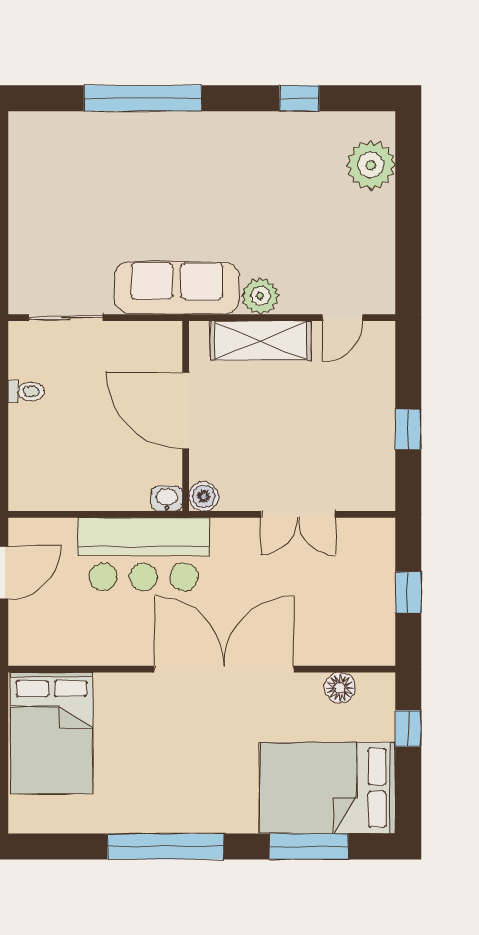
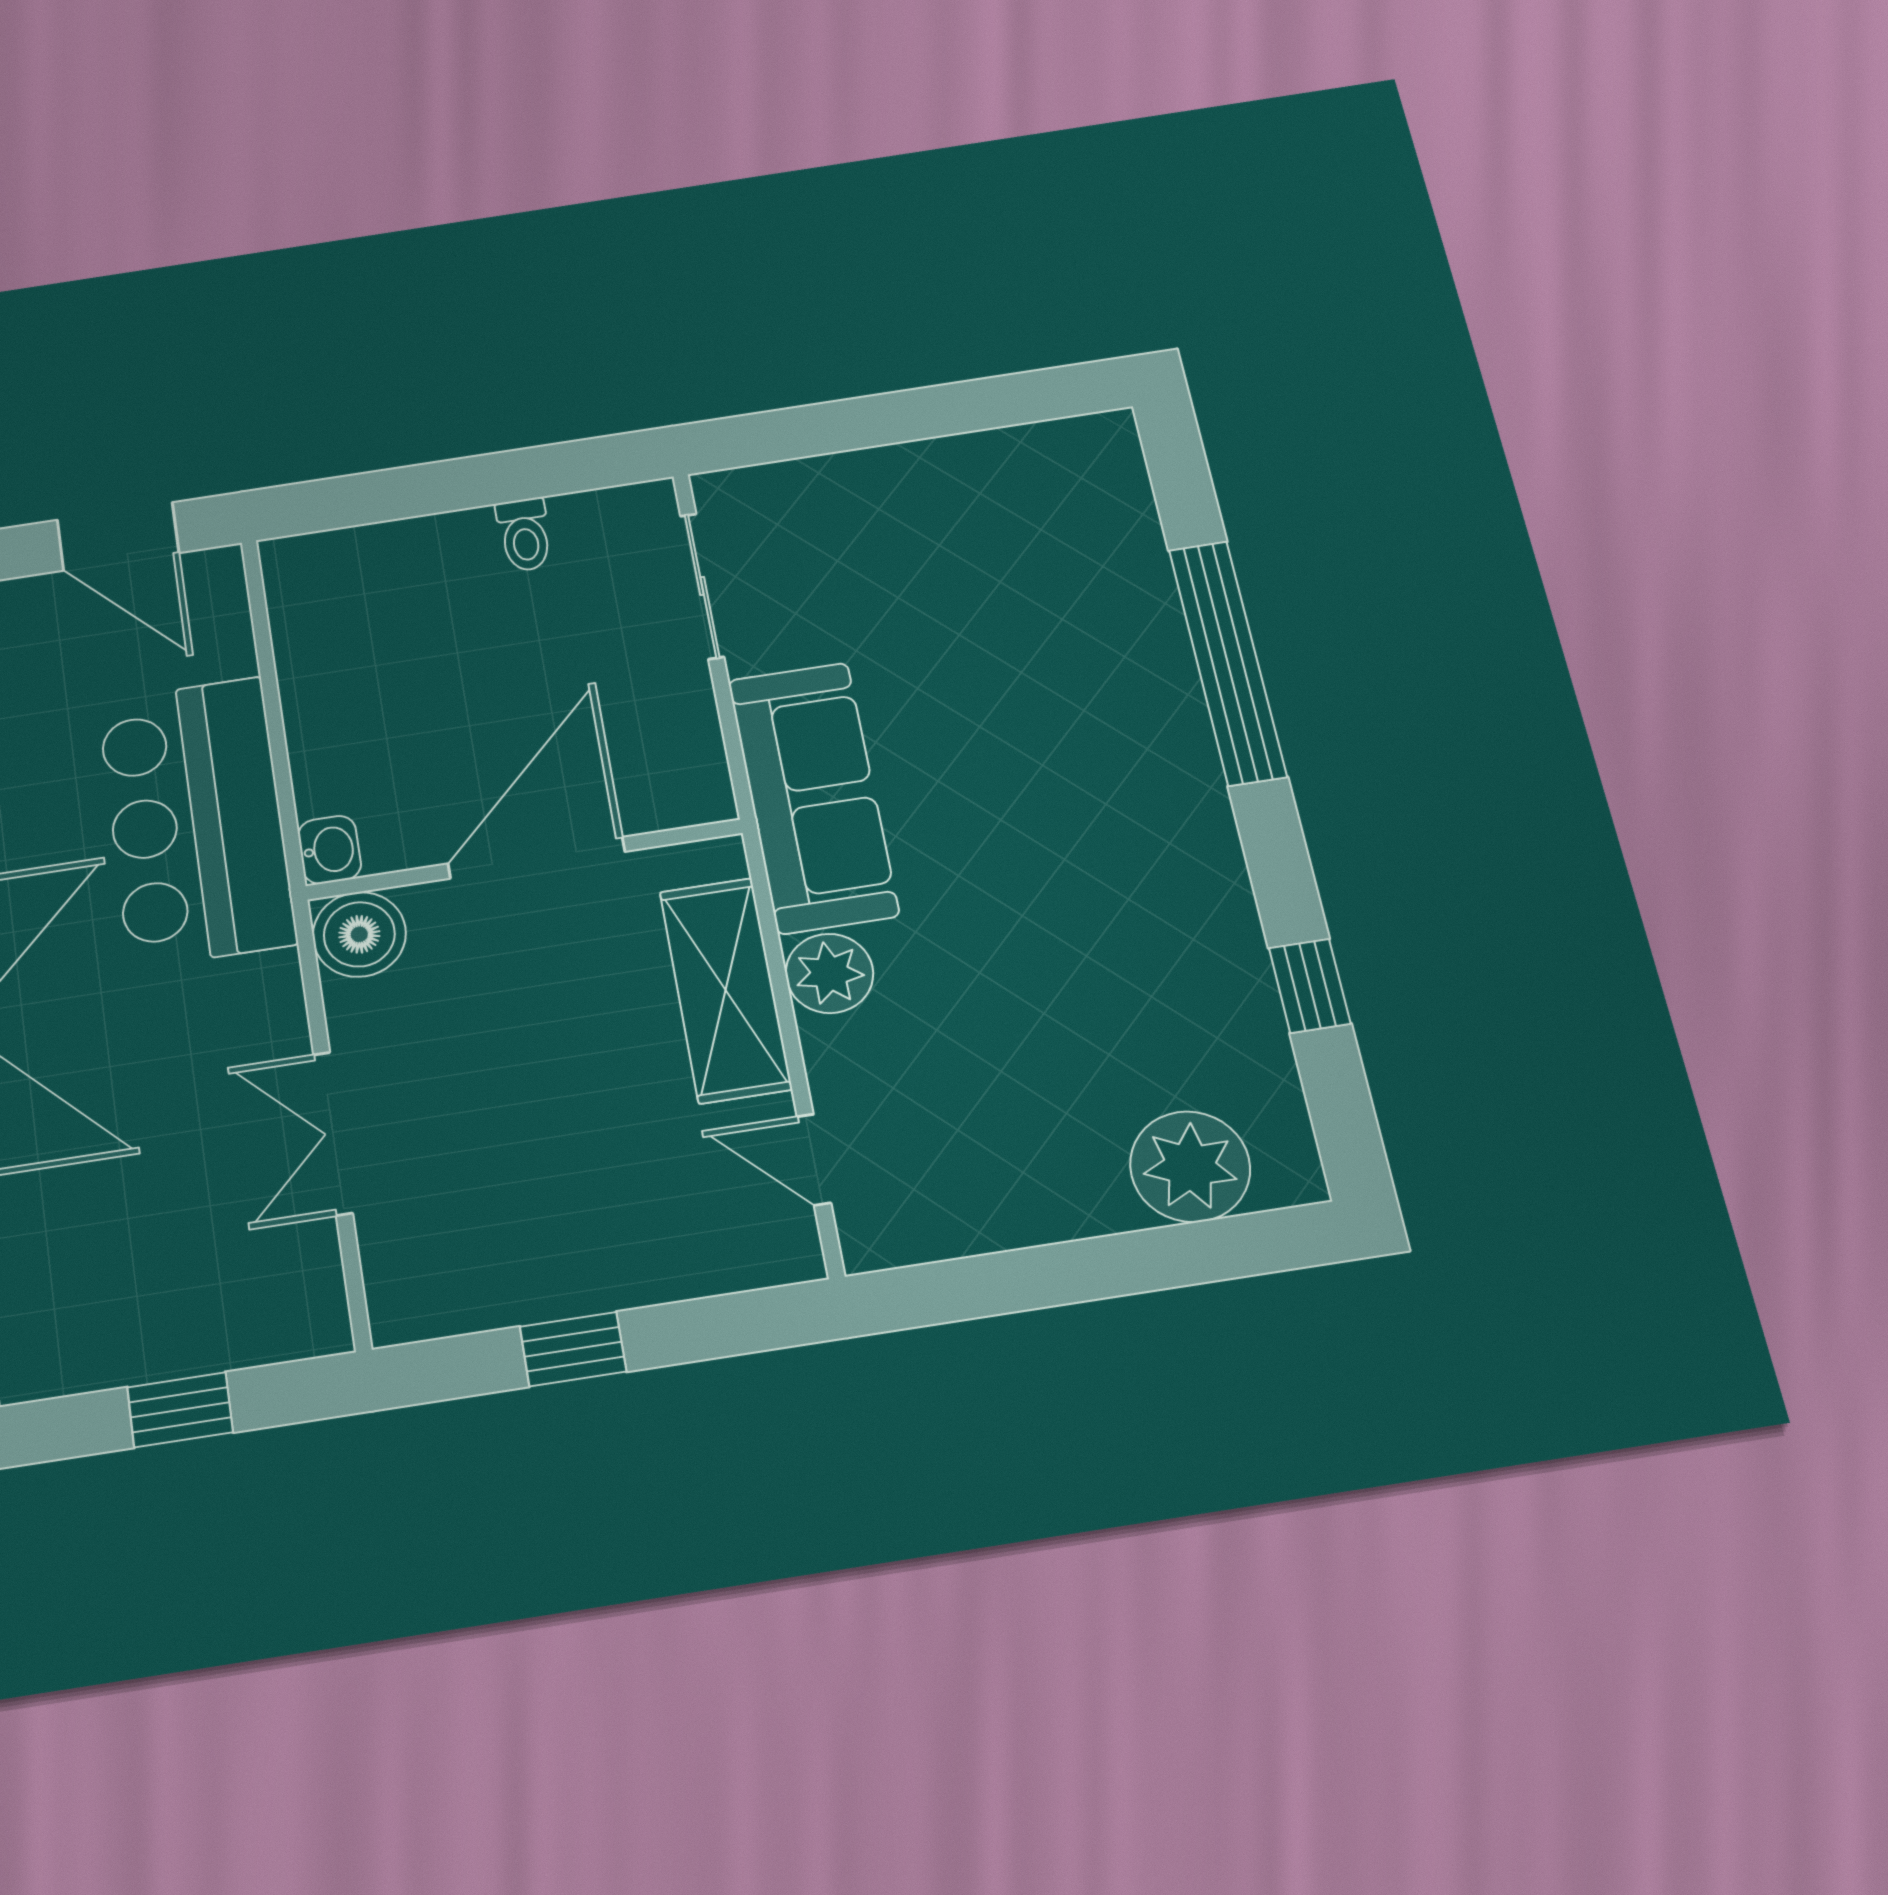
boiler: (204, 496) -> (359, 934), width x1.36, depth x1.36

